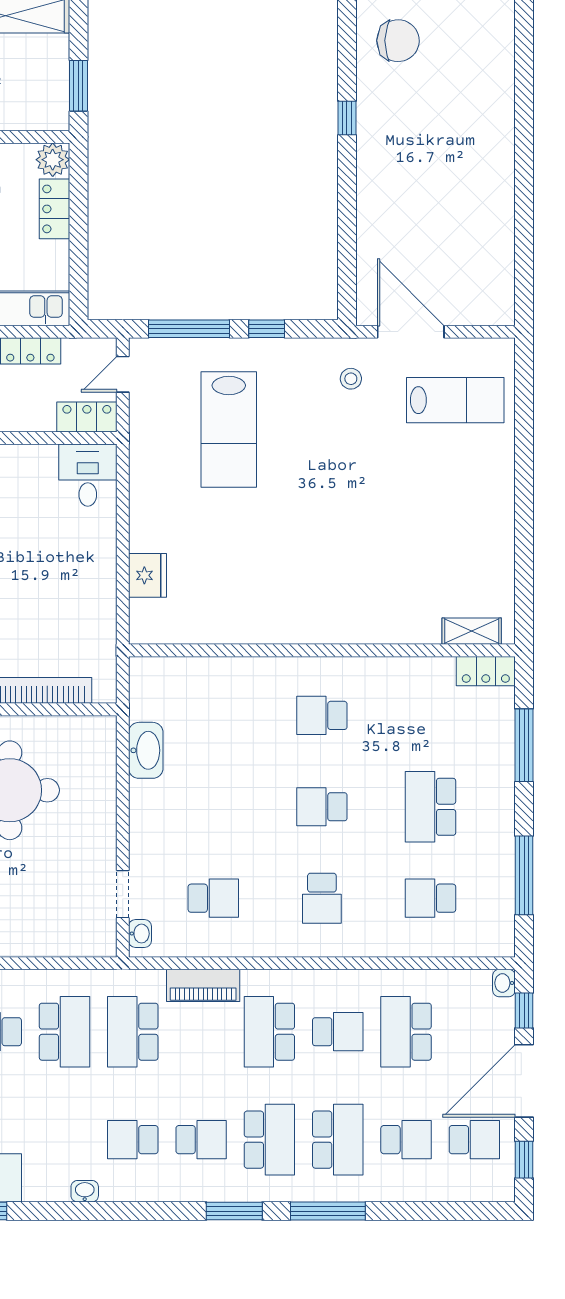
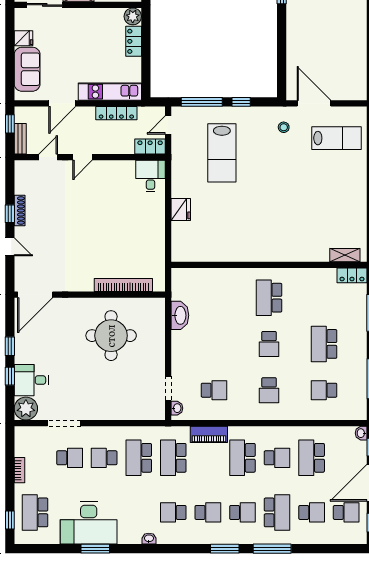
fridge: (147, 575) -> (181, 210), moved
school desk: (322, 715) -> (269, 298), width x1.85
school desk: (322, 807) -> (269, 344), turned -90
school desk: (64, 1032) -> (139, 458), turned 180
school desk: (269, 1140) -> (242, 512), width x0.54

